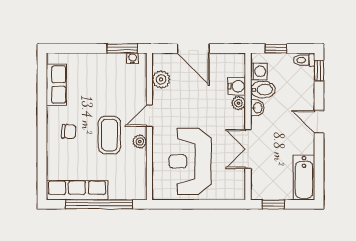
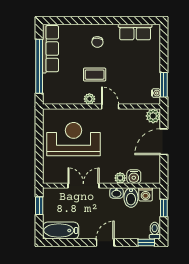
plant: (161, 79) -> (153, 116), moved
coffee table: (109, 135) -> (95, 75), width x0.73, depth x0.77

